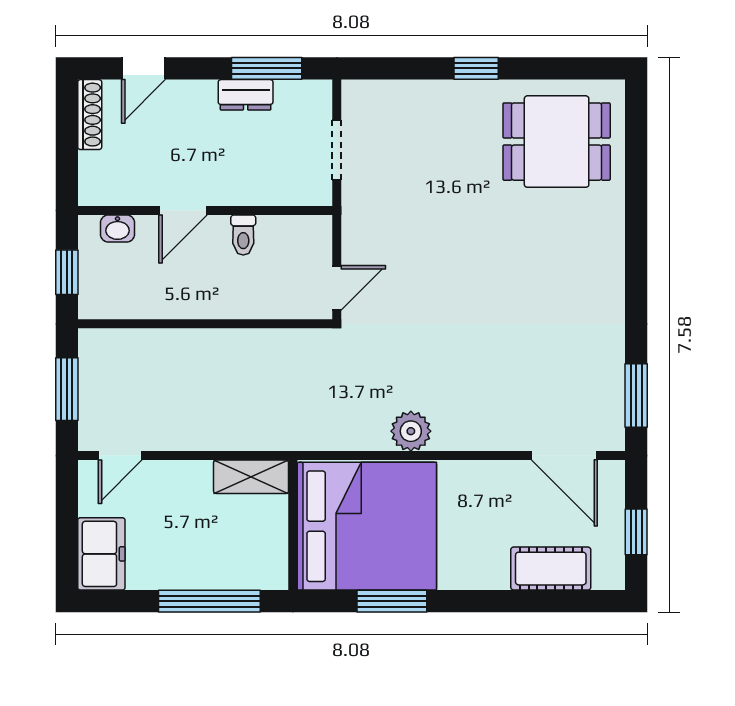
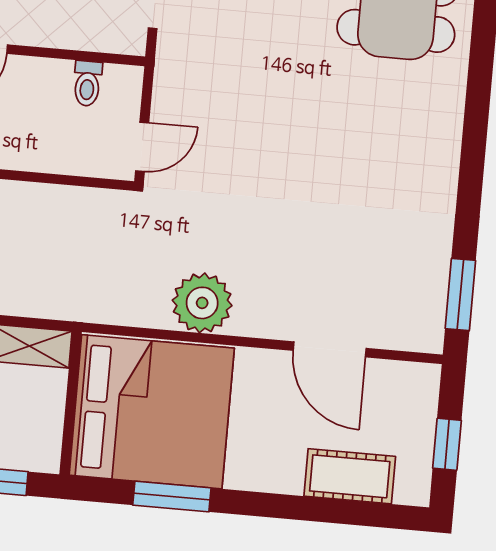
toilet: (243, 235) -> (87, 83), moved
plant: (411, 431) -> (202, 303), width x1.36, depth x1.36
door: (564, 456) -> (330, 349), moved

